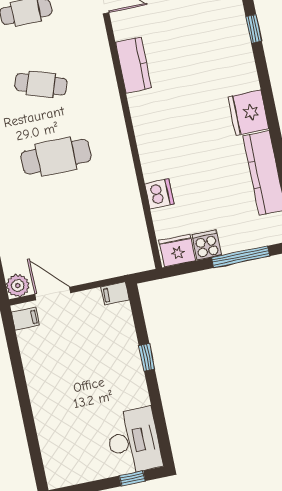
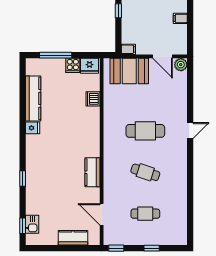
fridge: (248, 113) -> (33, 128), width x0.53, depth x0.75
booth: (106, 256) -> (129, 71), added
filing cabinet: (26, 319) -> (180, 18), moved

